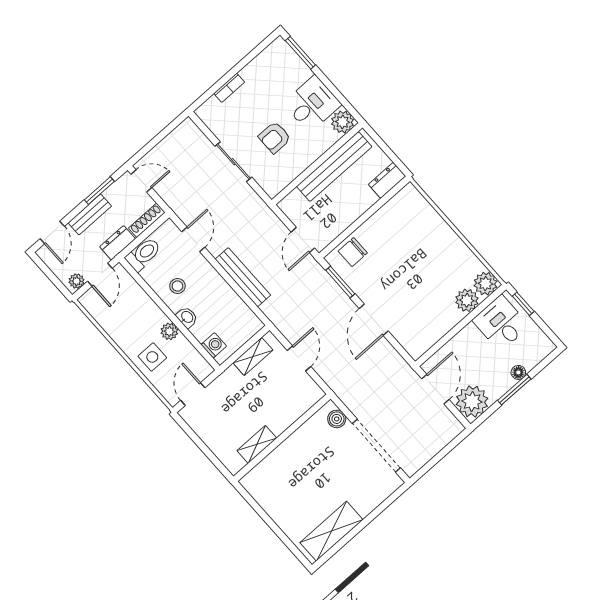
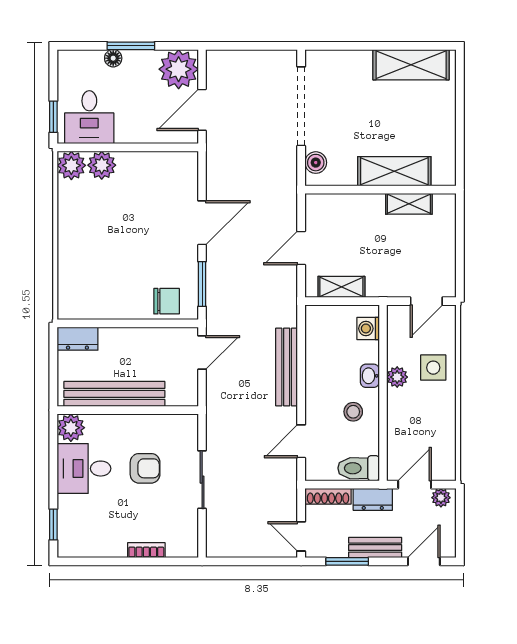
window: (300, 53) -> (53, 525), width x0.67
shelving: (284, 457) -> (394, 171), added

